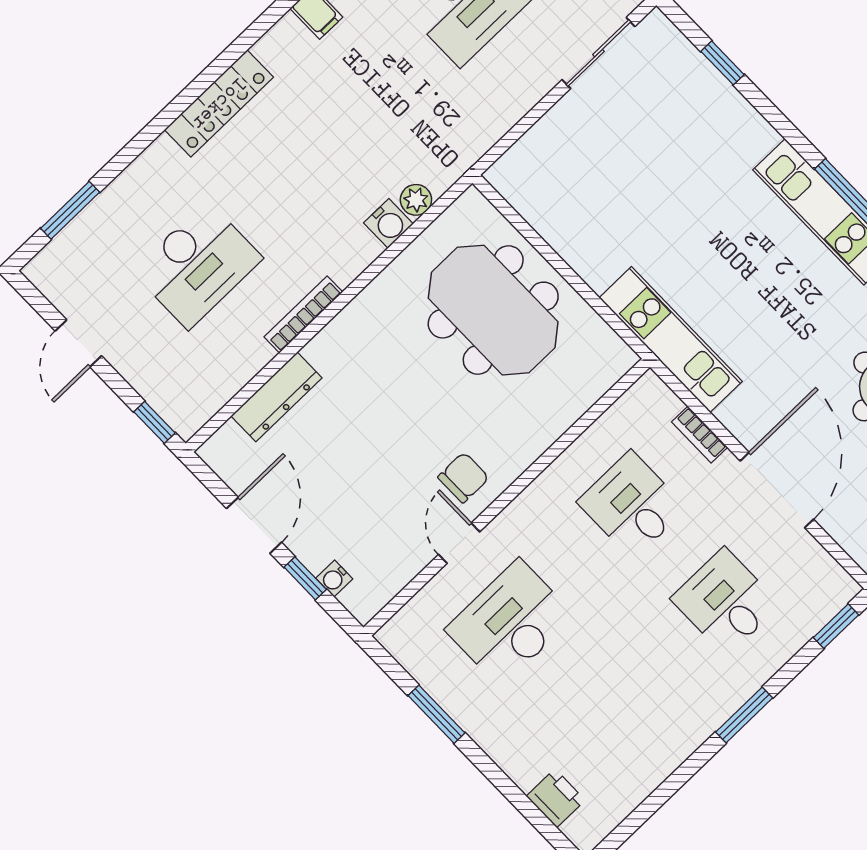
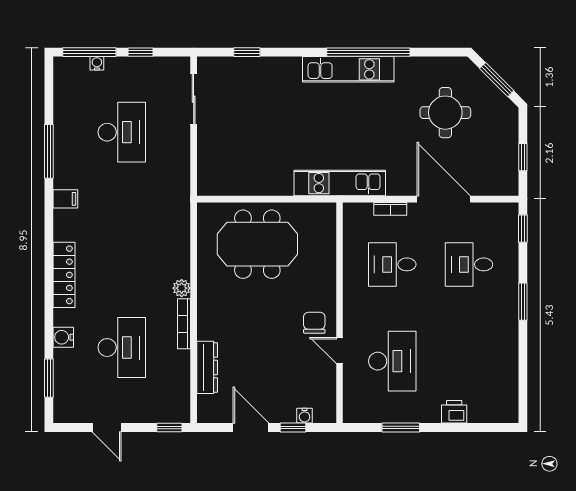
plant: (416, 200) -> (182, 288), moved
water cooler: (388, 223) -> (63, 337), moved, turned 180
desk: (510, 623) -> (392, 361), turned 180
printer: (556, 798) -> (454, 412), moved

